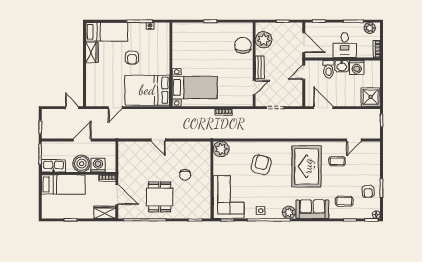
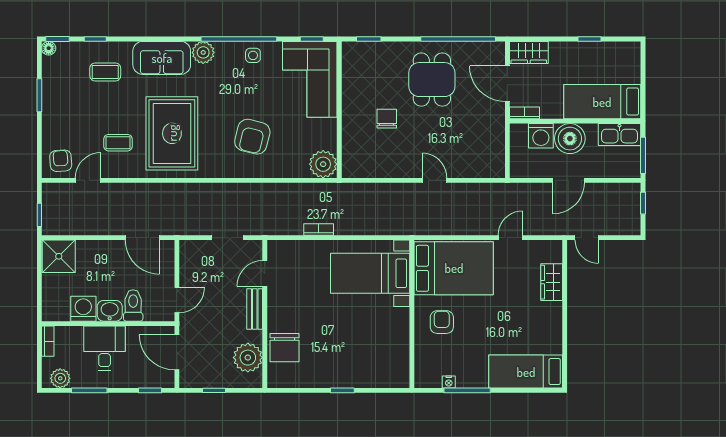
wardrobe: (92, 53) -> (552, 282), moved
armchair: (132, 58) -> (442, 322), moved
armchair: (368, 191) -> (61, 161), moved

